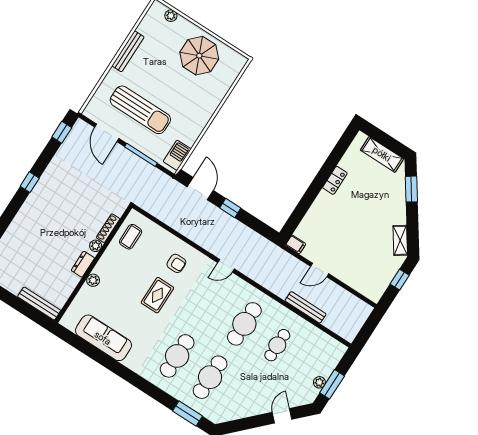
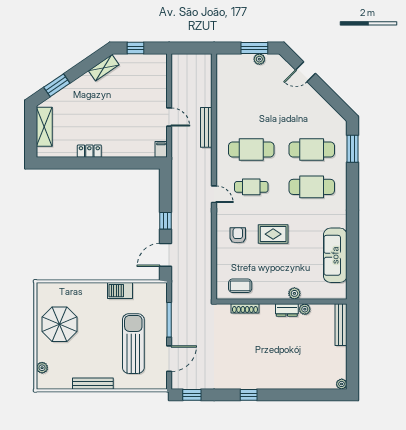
barbecue: (177, 155) -> (120, 291), moved
plant: (96, 246) -> (305, 309), moved
bench: (306, 307) -> (206, 127), moved
cafe table: (277, 345) -> (251, 187), moved

